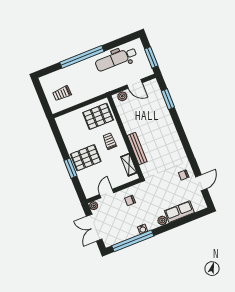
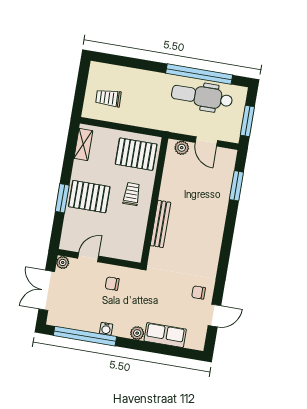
window: (82, 57) -> (199, 74), moved
shelving: (129, 165) -> (83, 144), moved

